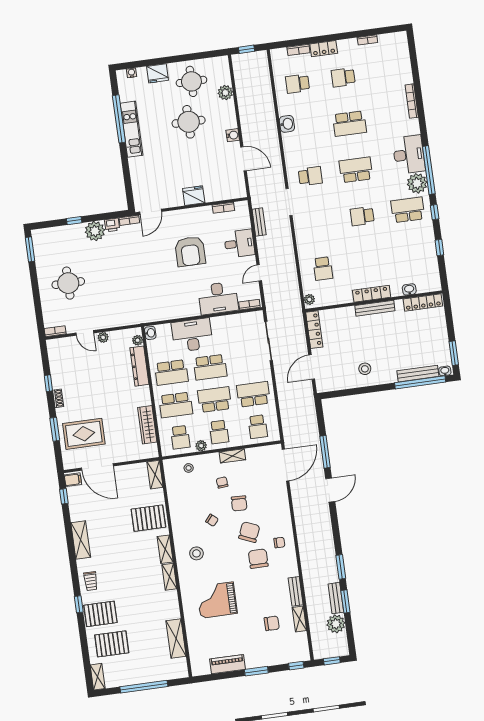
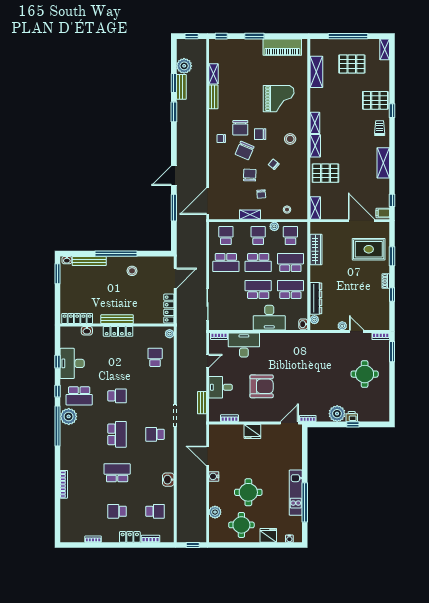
school desk: (343, 77) -> (117, 511), turned 180
desk: (409, 155) -> (72, 363), moved
school desk: (356, 170) -> (117, 434), turned -90
printer: (112, 225) -> (352, 417), moved
window: (30, 249) -> (392, 352), moved
armchair: (190, 251) -> (262, 386), turned 90
window: (420, 382) -> (116, 254), moved
chair: (272, 623) -> (260, 134), moved
pallet: (112, 644) -> (352, 64), moved
piano: (227, 664) -> (282, 47), width x1.37, depth x1.33

